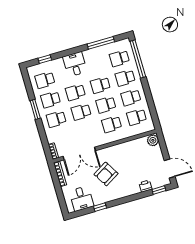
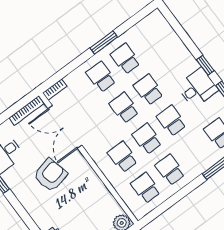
window: (45, 59) -> (205, 65), moved
desk: (75, 64) -> (197, 88), moved
school desk: (125, 78) -> (194, 152), removed
school desk: (45, 80) -> (150, 41), removed
armchair: (106, 174) -> (50, 175), turned 108

